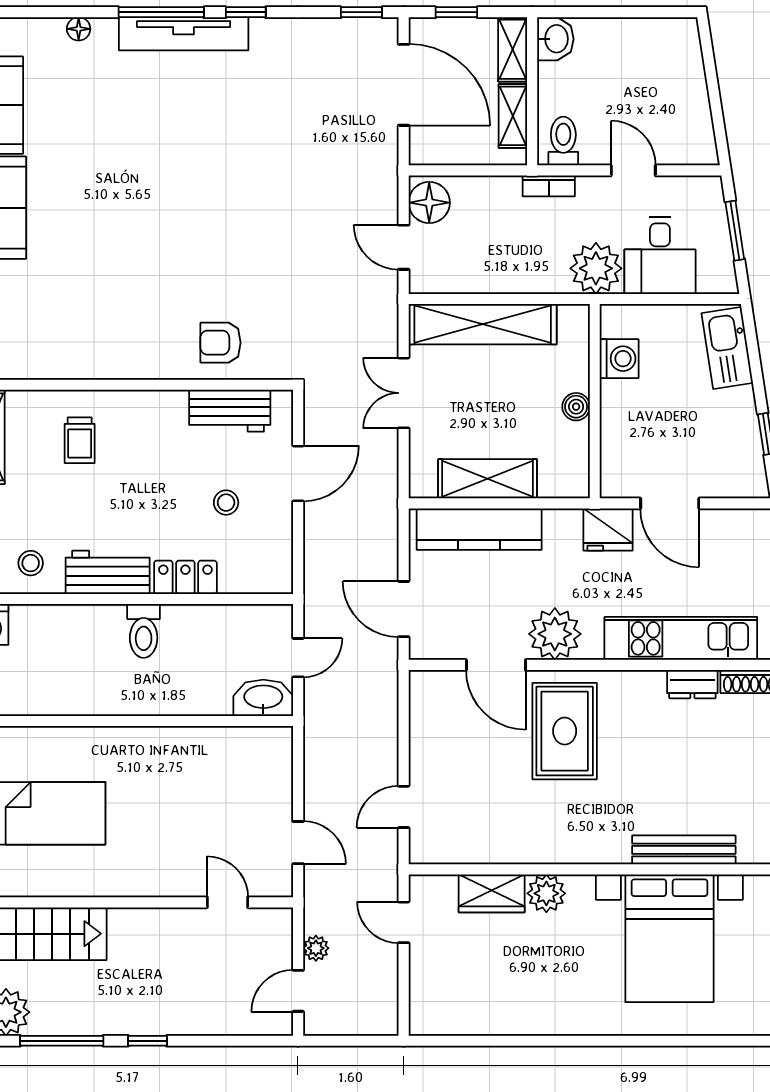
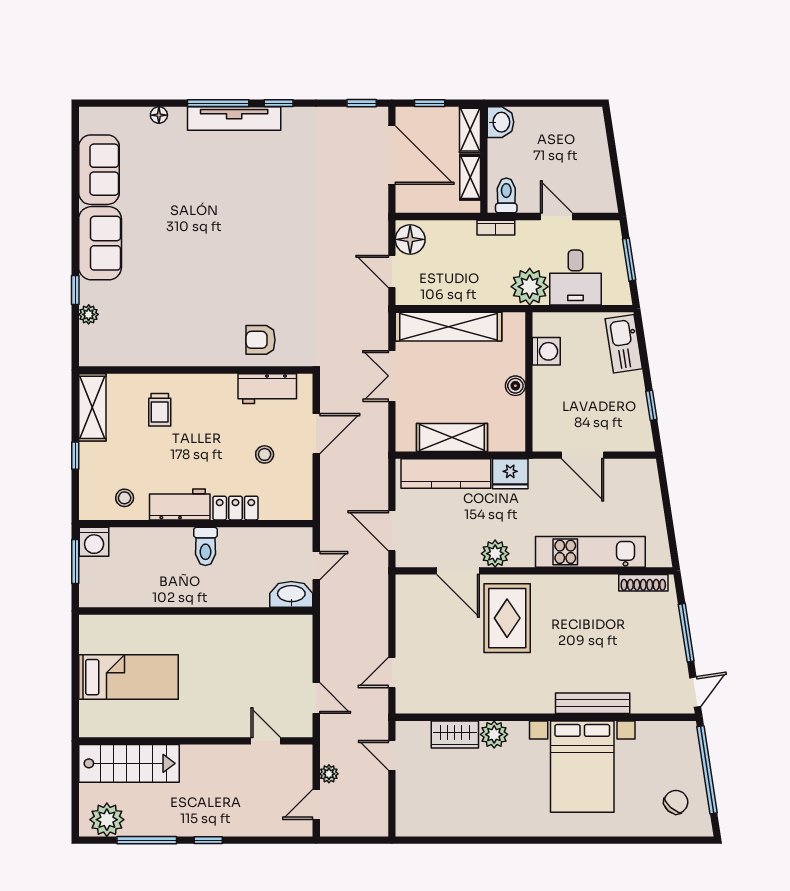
fridge: (608, 530) -> (510, 474), moved
plant: (555, 634) -> (495, 554), width x0.73, depth x0.73
dresser: (692, 684) -> (599, 585), removed

